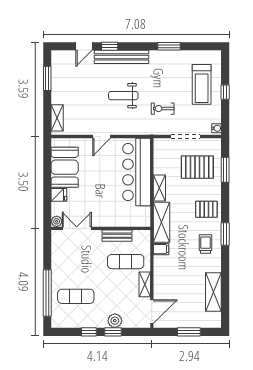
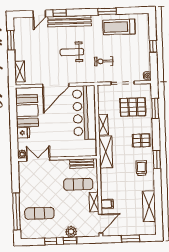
treadmill: (202, 84) -> (119, 27), moved, turned 90
door: (102, 137) -> (56, 85), width x1.87
bench: (117, 236) -> (82, 163), moved
filing cabinet: (161, 249) -> (107, 204), moved

